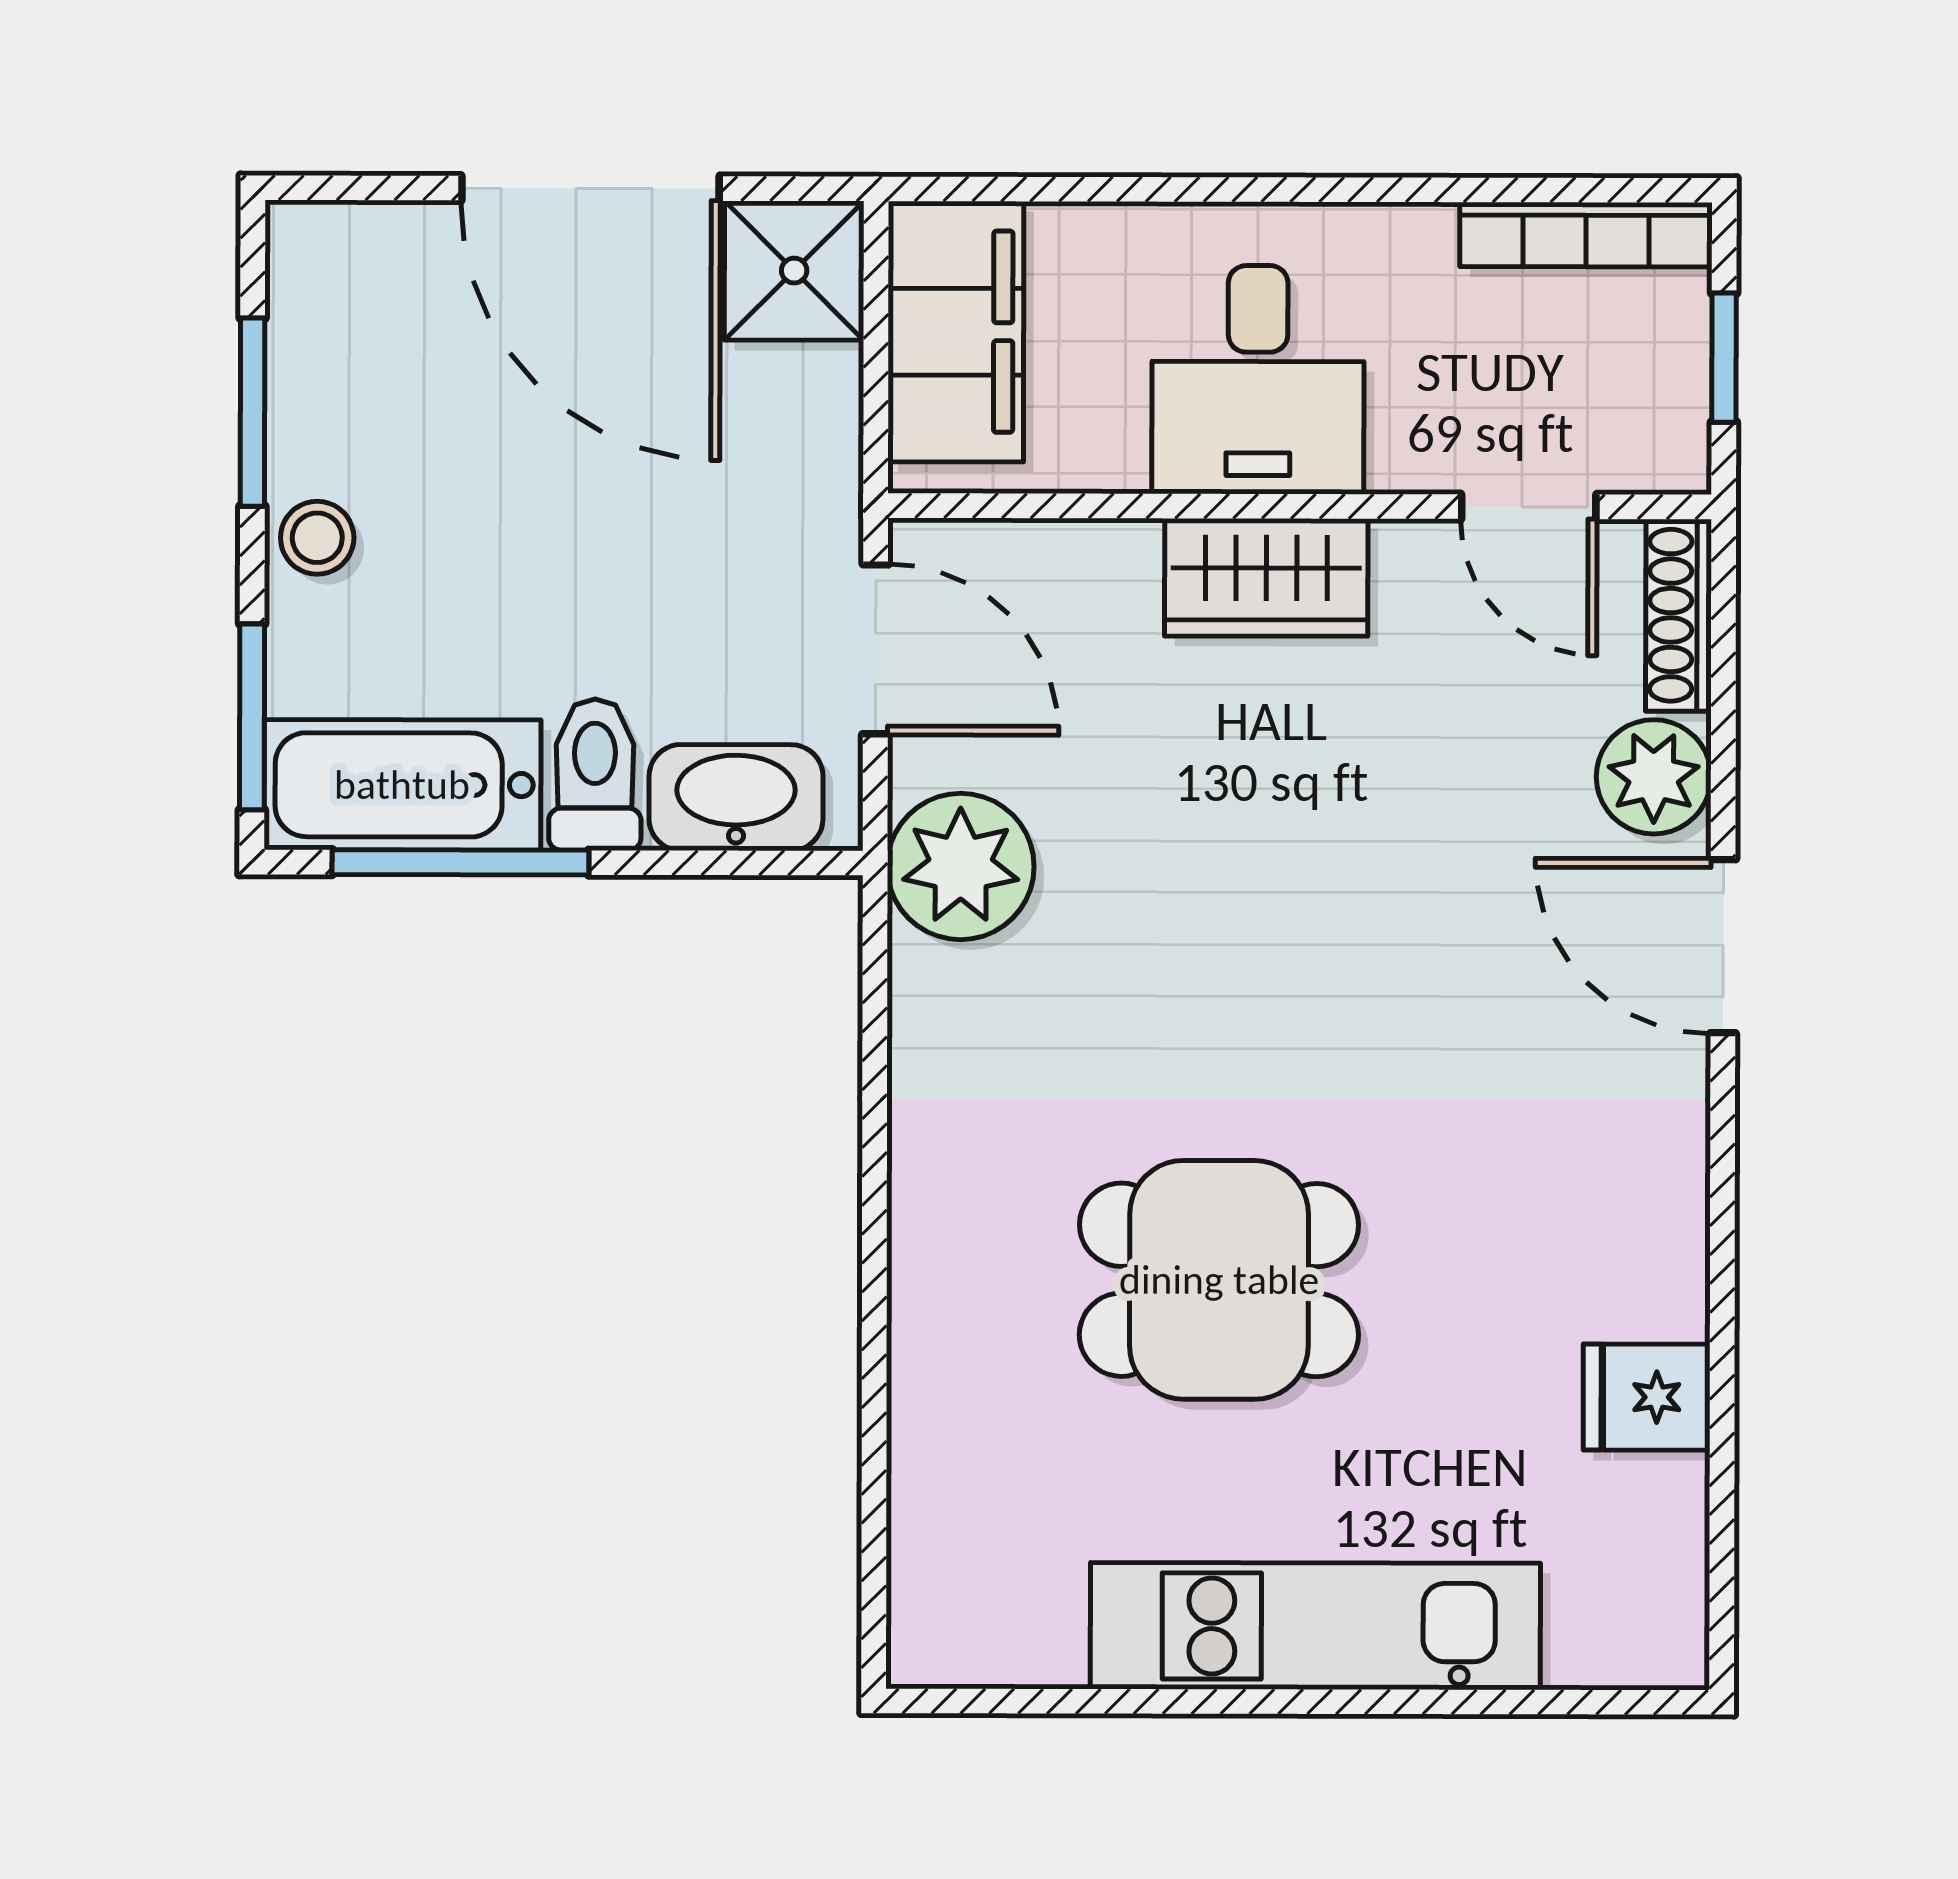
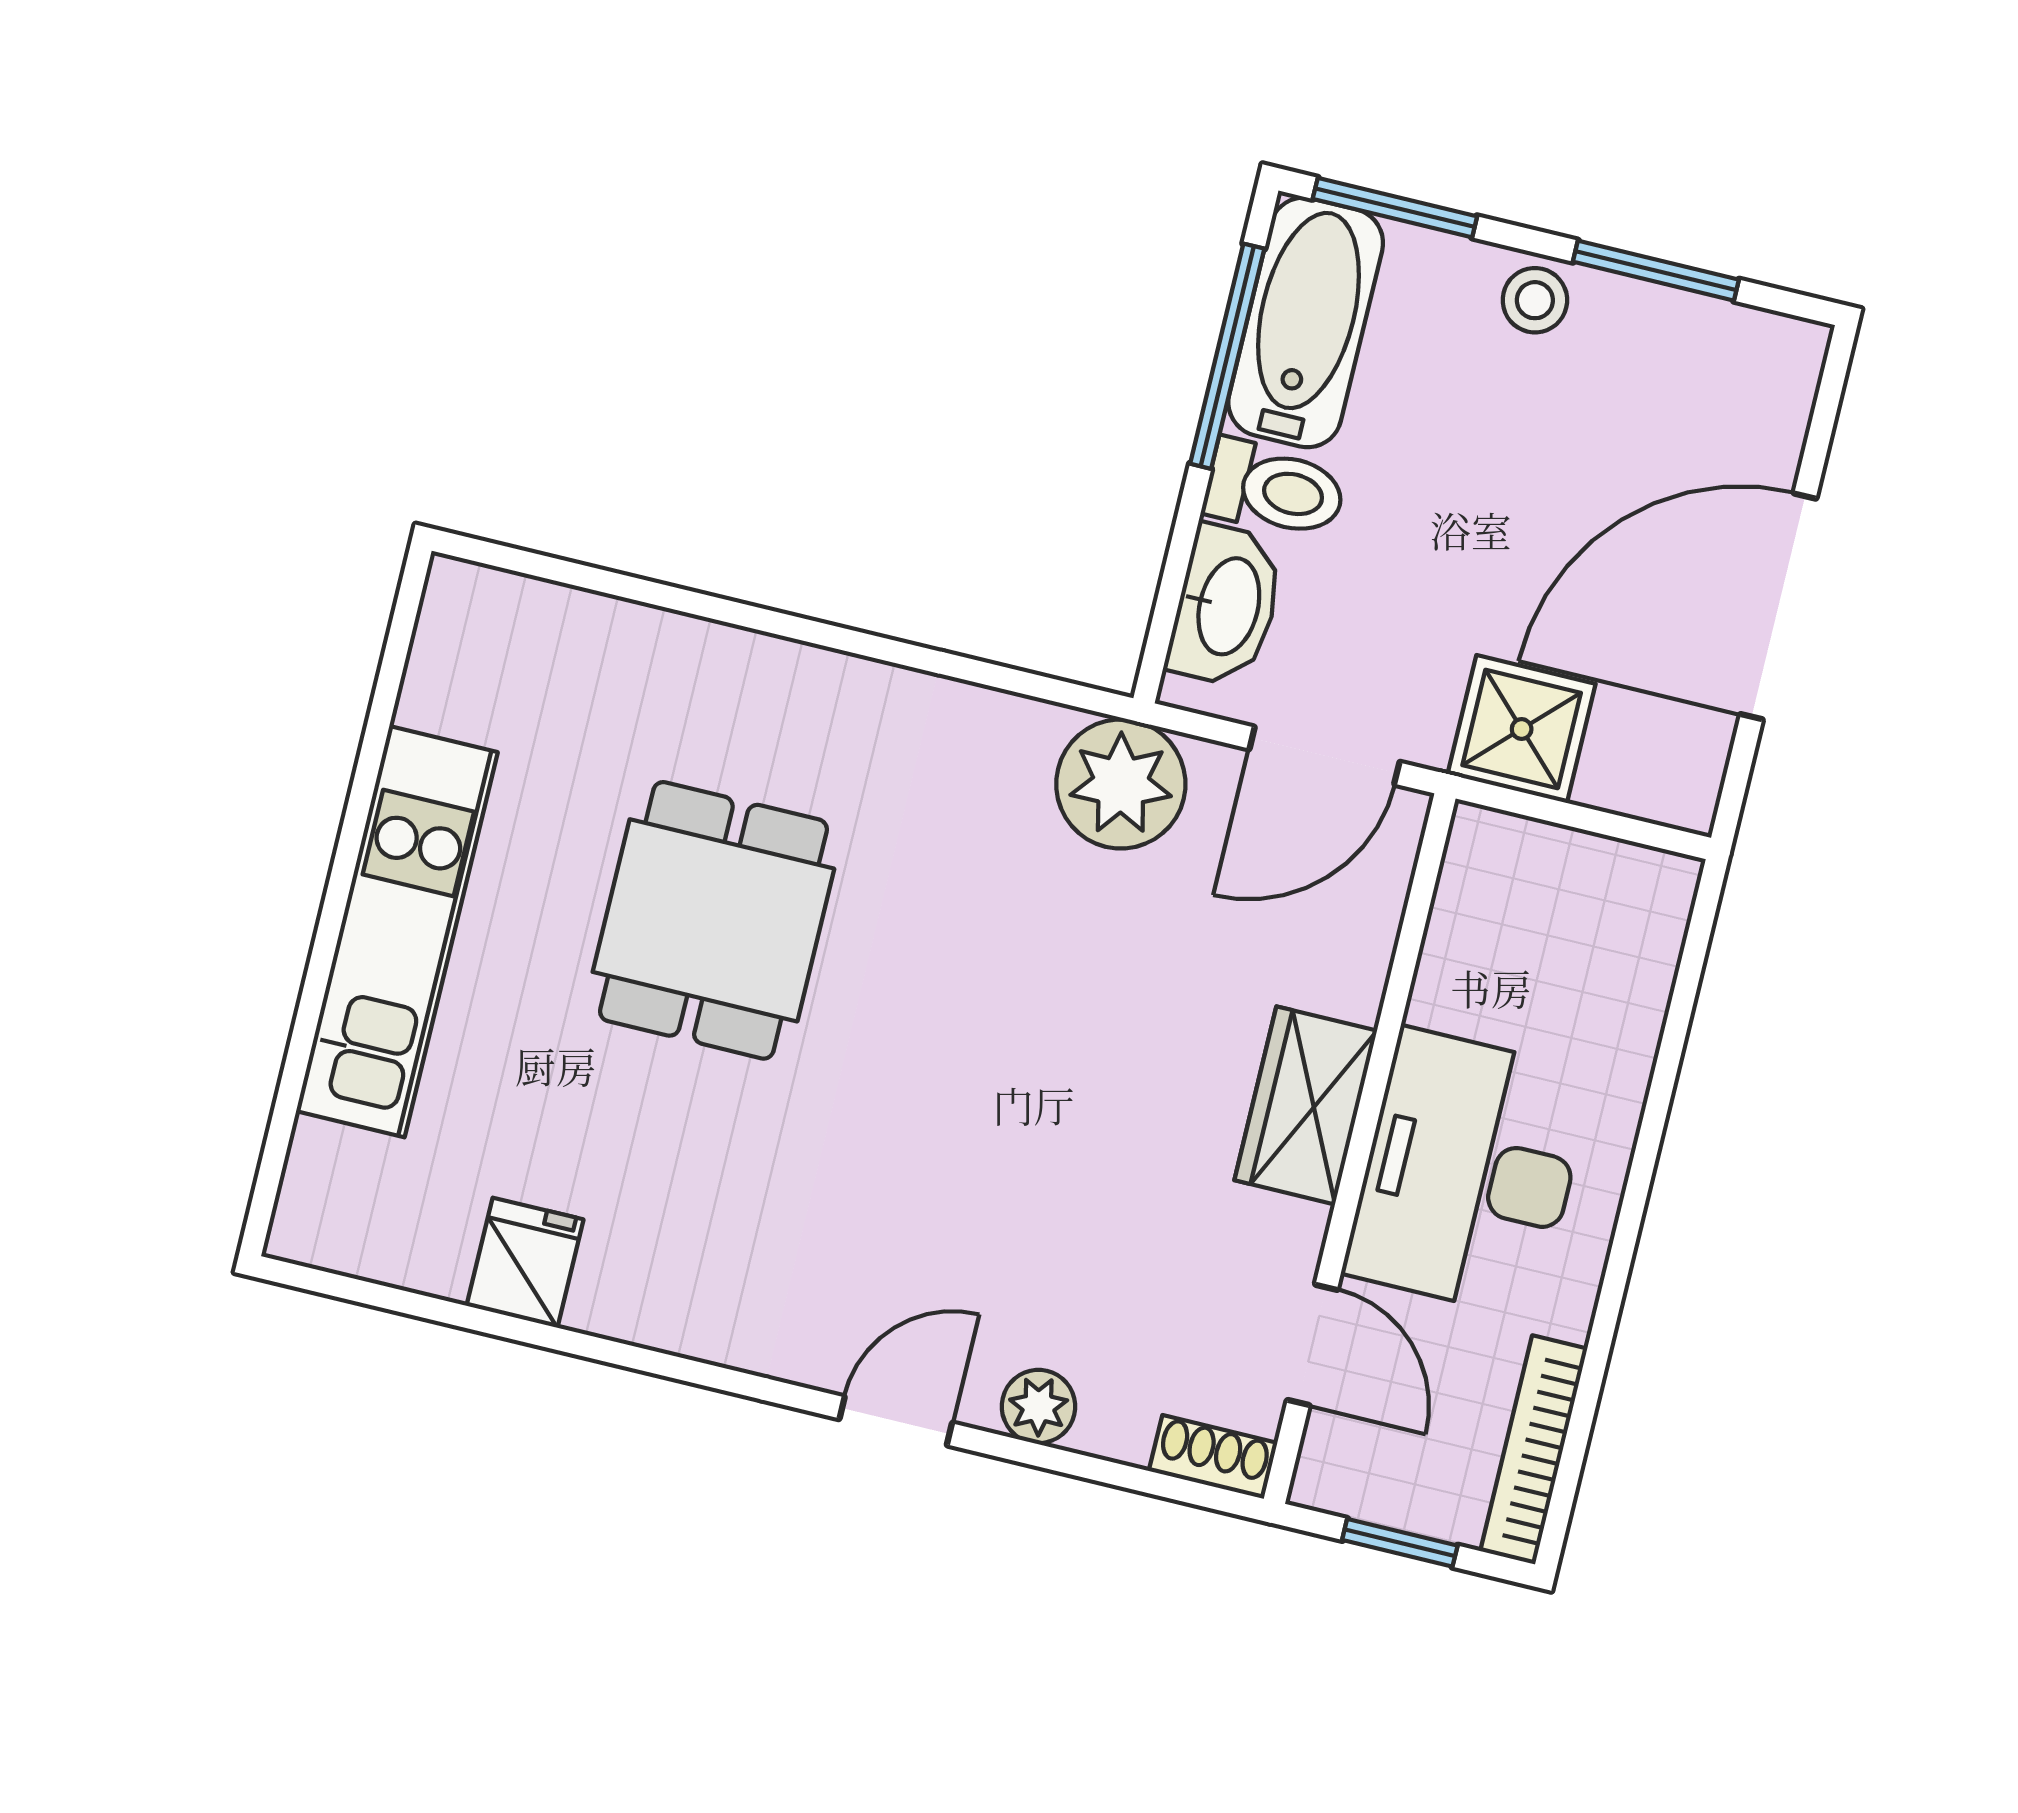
shower: (794, 271) -> (1522, 729), moved
filing cabinet: (956, 332) -> (1580, 890), removed
desk: (1258, 380) -> (1469, 1173), width x1.37
door: (1529, 507) -> (1312, 1345), swing flipped
shoe rack: (1679, 615) -> (1213, 1457), width x0.70
plant: (1654, 777) -> (1038, 1406), width x0.73, depth x0.73
door: (1723, 946) -> (896, 1421), width x0.73

